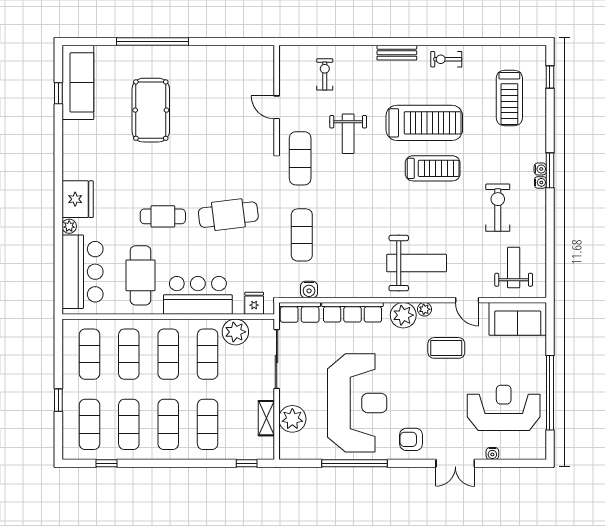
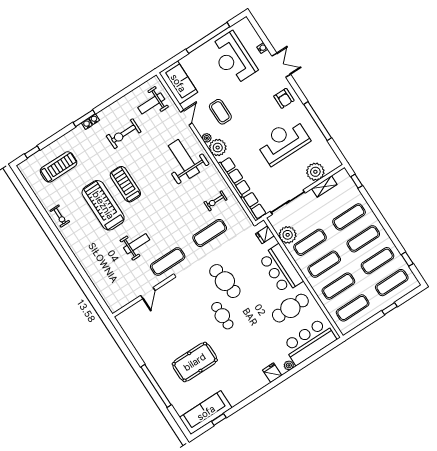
bench: (397, 53) -> (74, 246), removed
exercise bike: (325, 74) -> (216, 201), moved
fridge: (78, 199) -> (272, 373), width x0.53, depth x0.75
cafe table: (163, 216) -> (222, 316), moved
water cooler: (309, 290) -> (237, 209), removed
reception desk: (357, 403) -> (283, 141), width x0.74, depth x0.77

